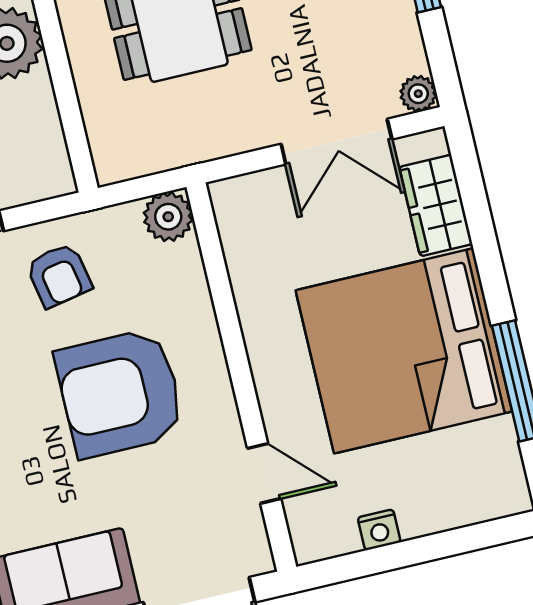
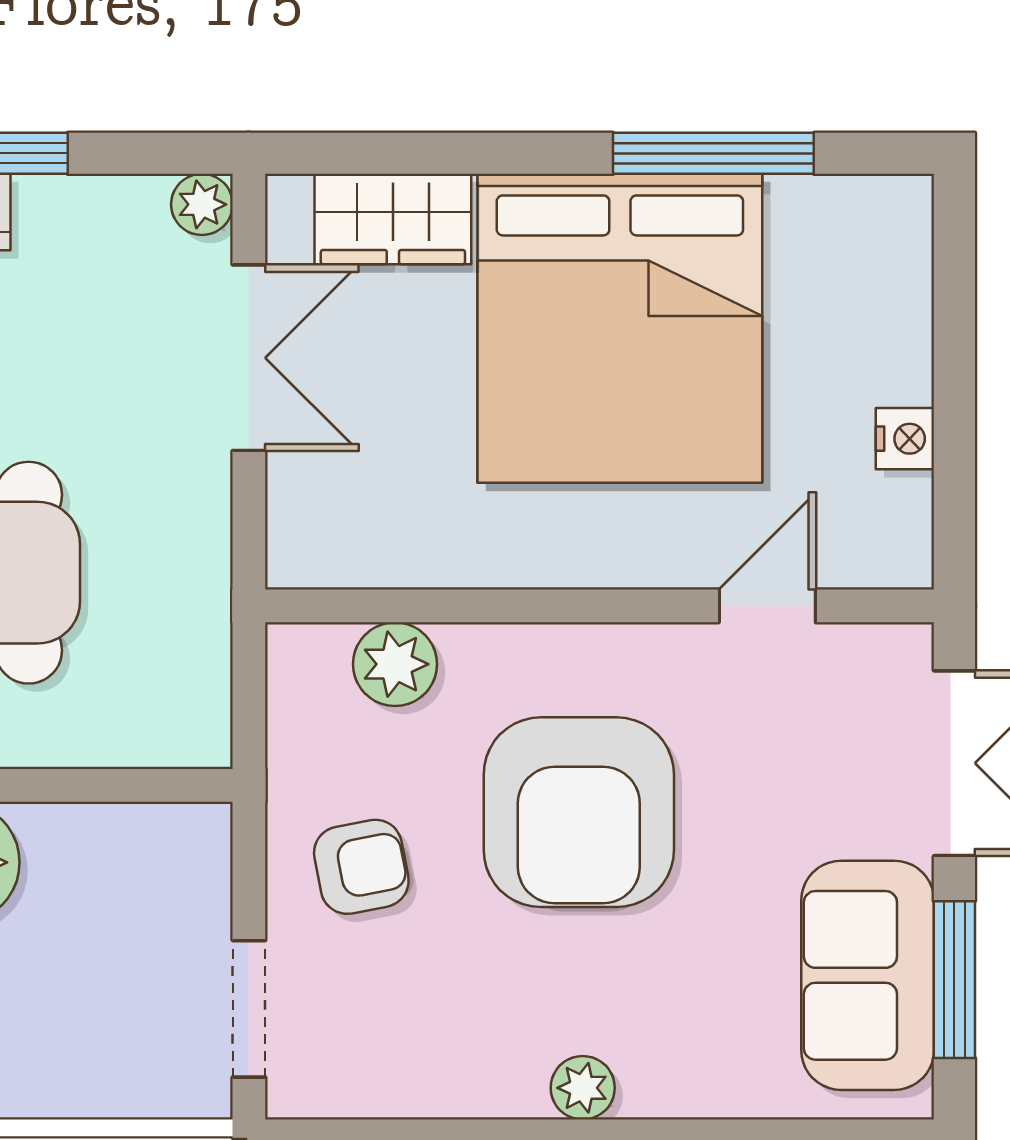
plant: (168, 217) -> (395, 664), moved

